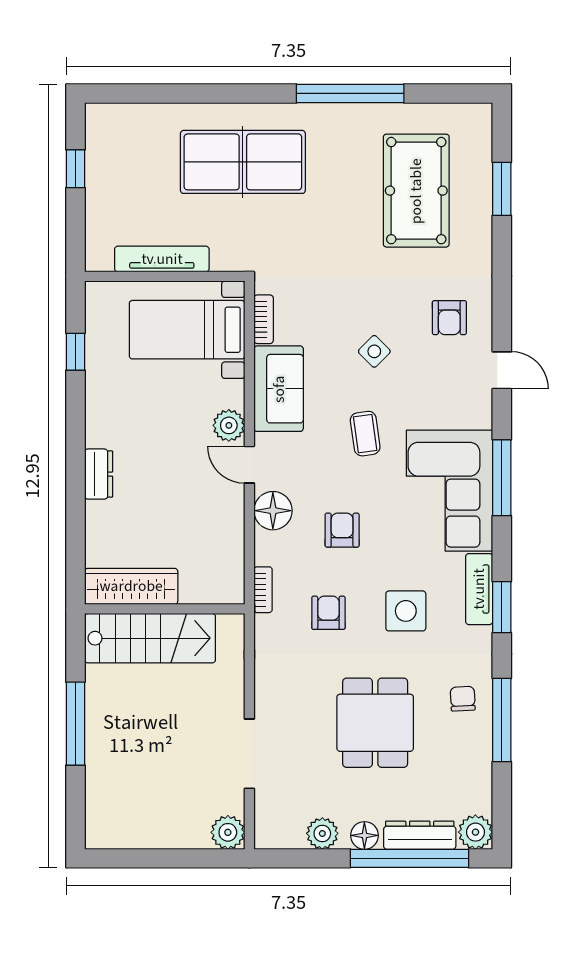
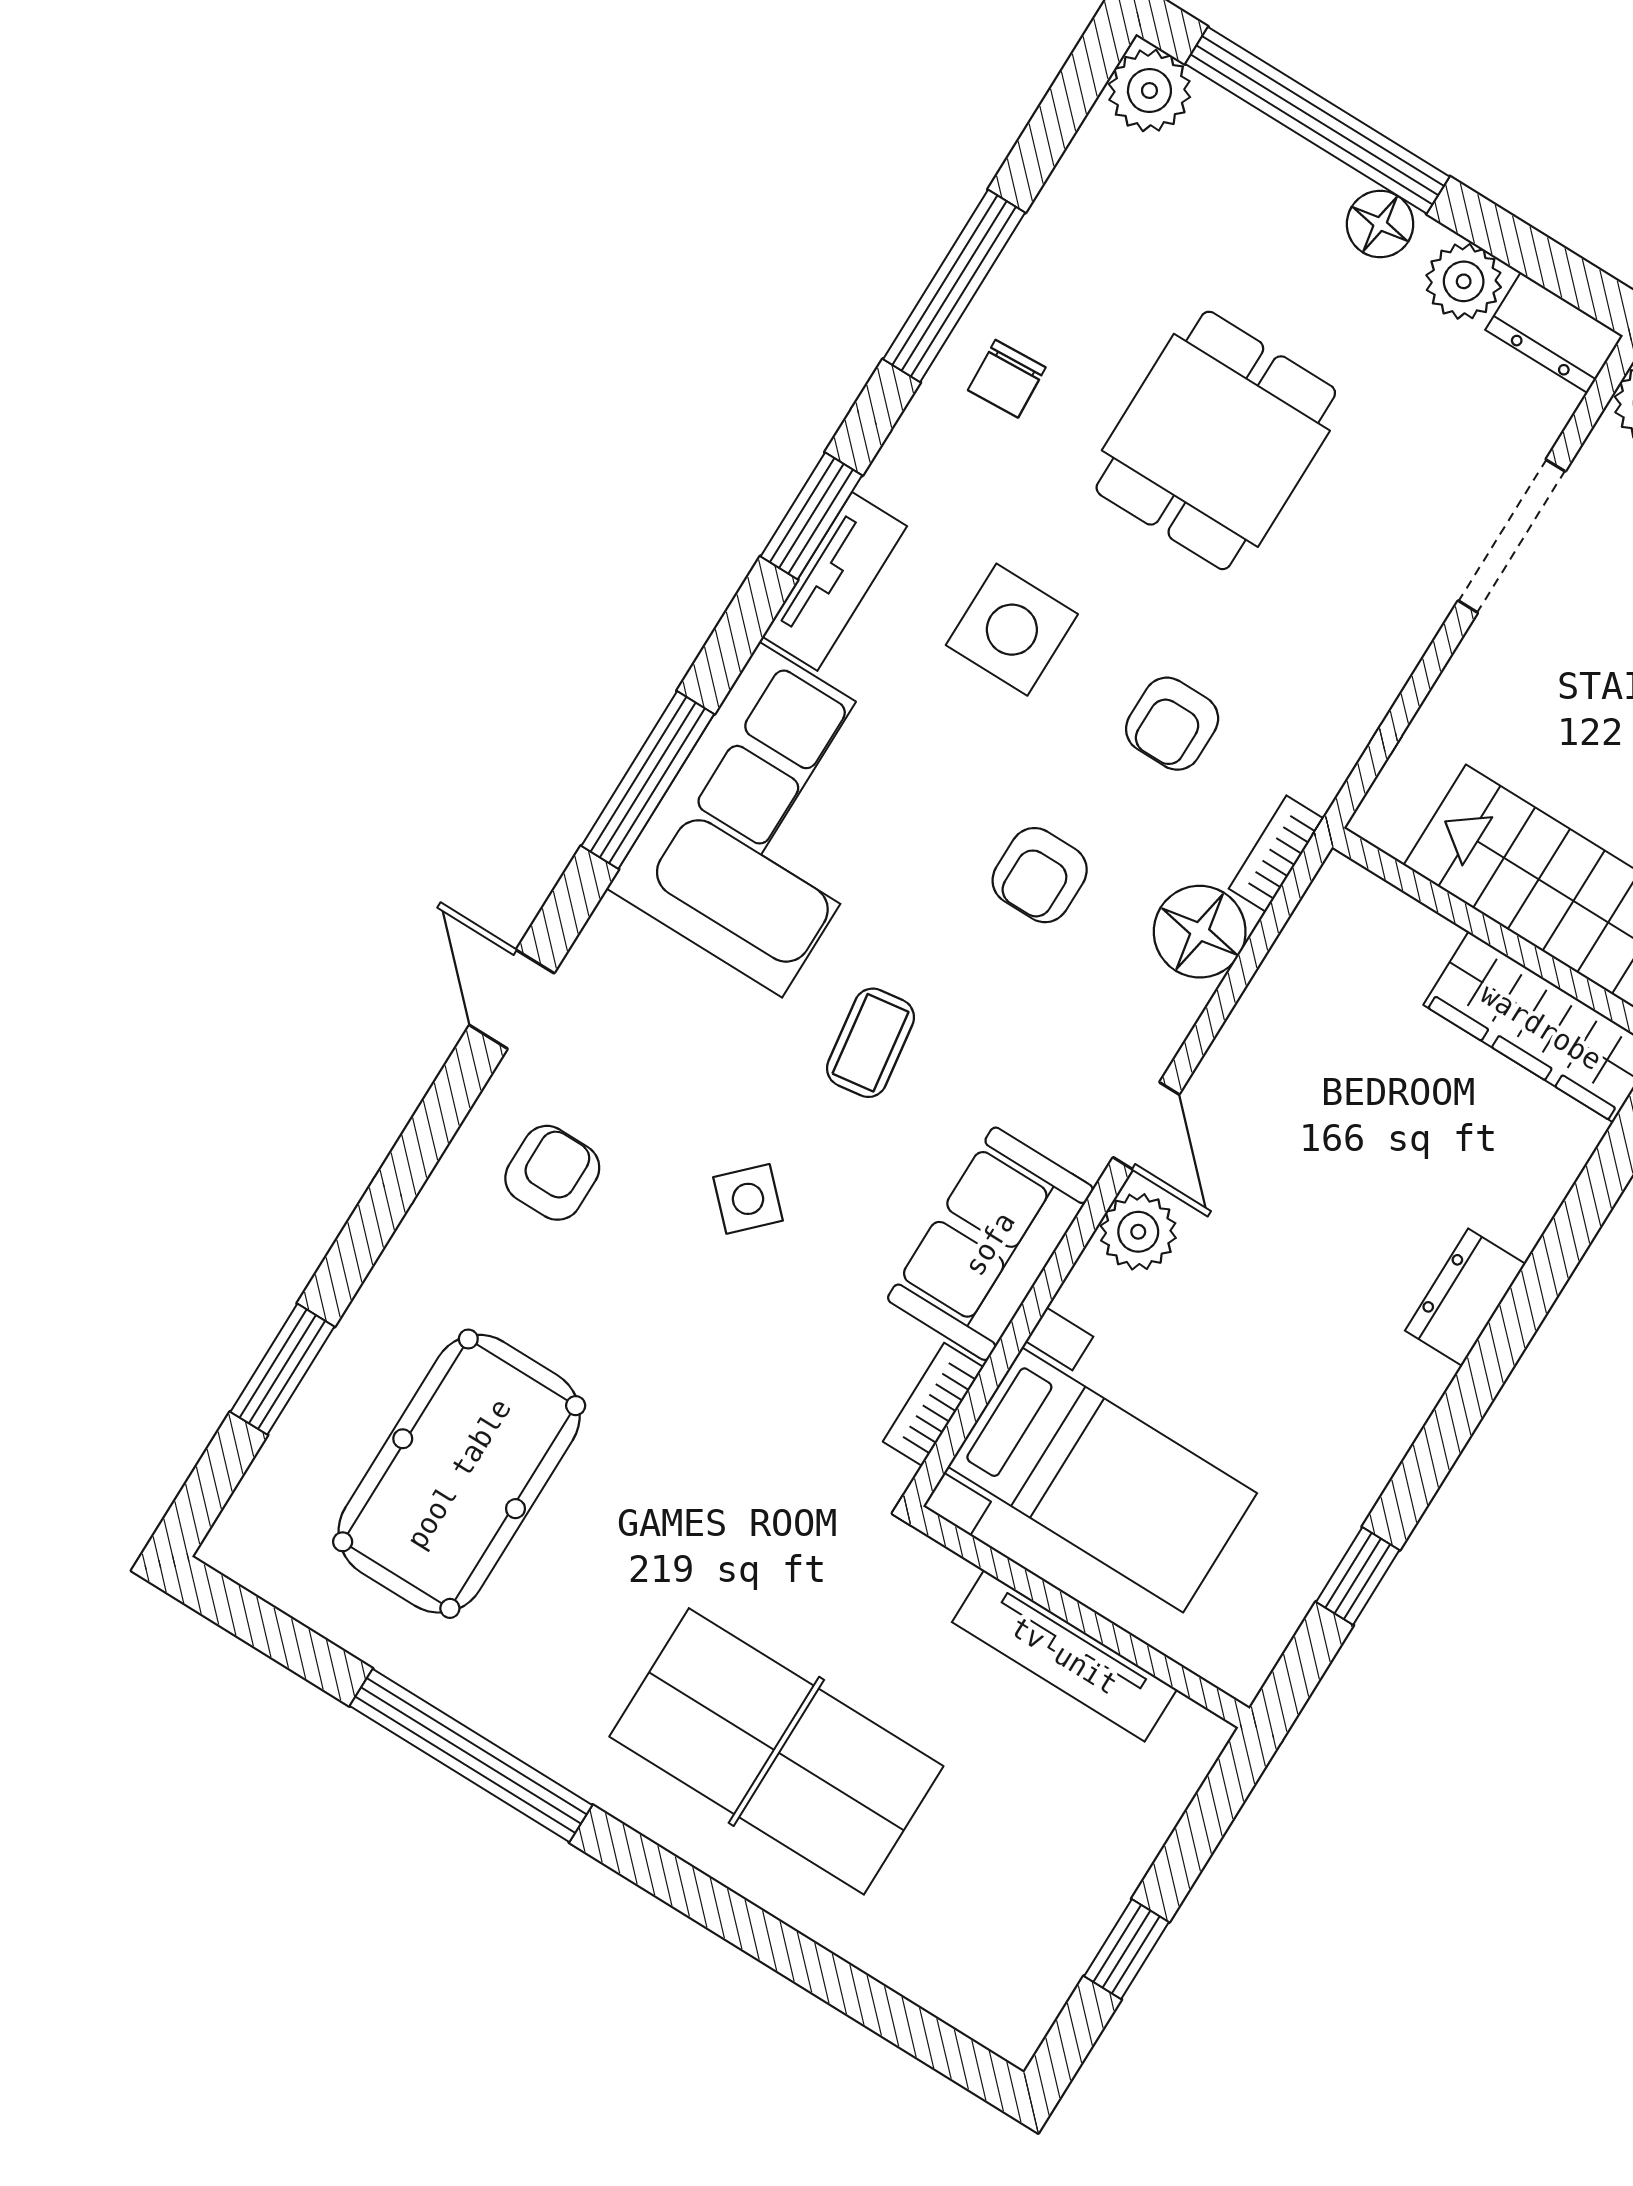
floor lamp: (273, 511) -> (1200, 932), moved
dresser: (420, 835) -> (1554, 333), moved, width x0.70

